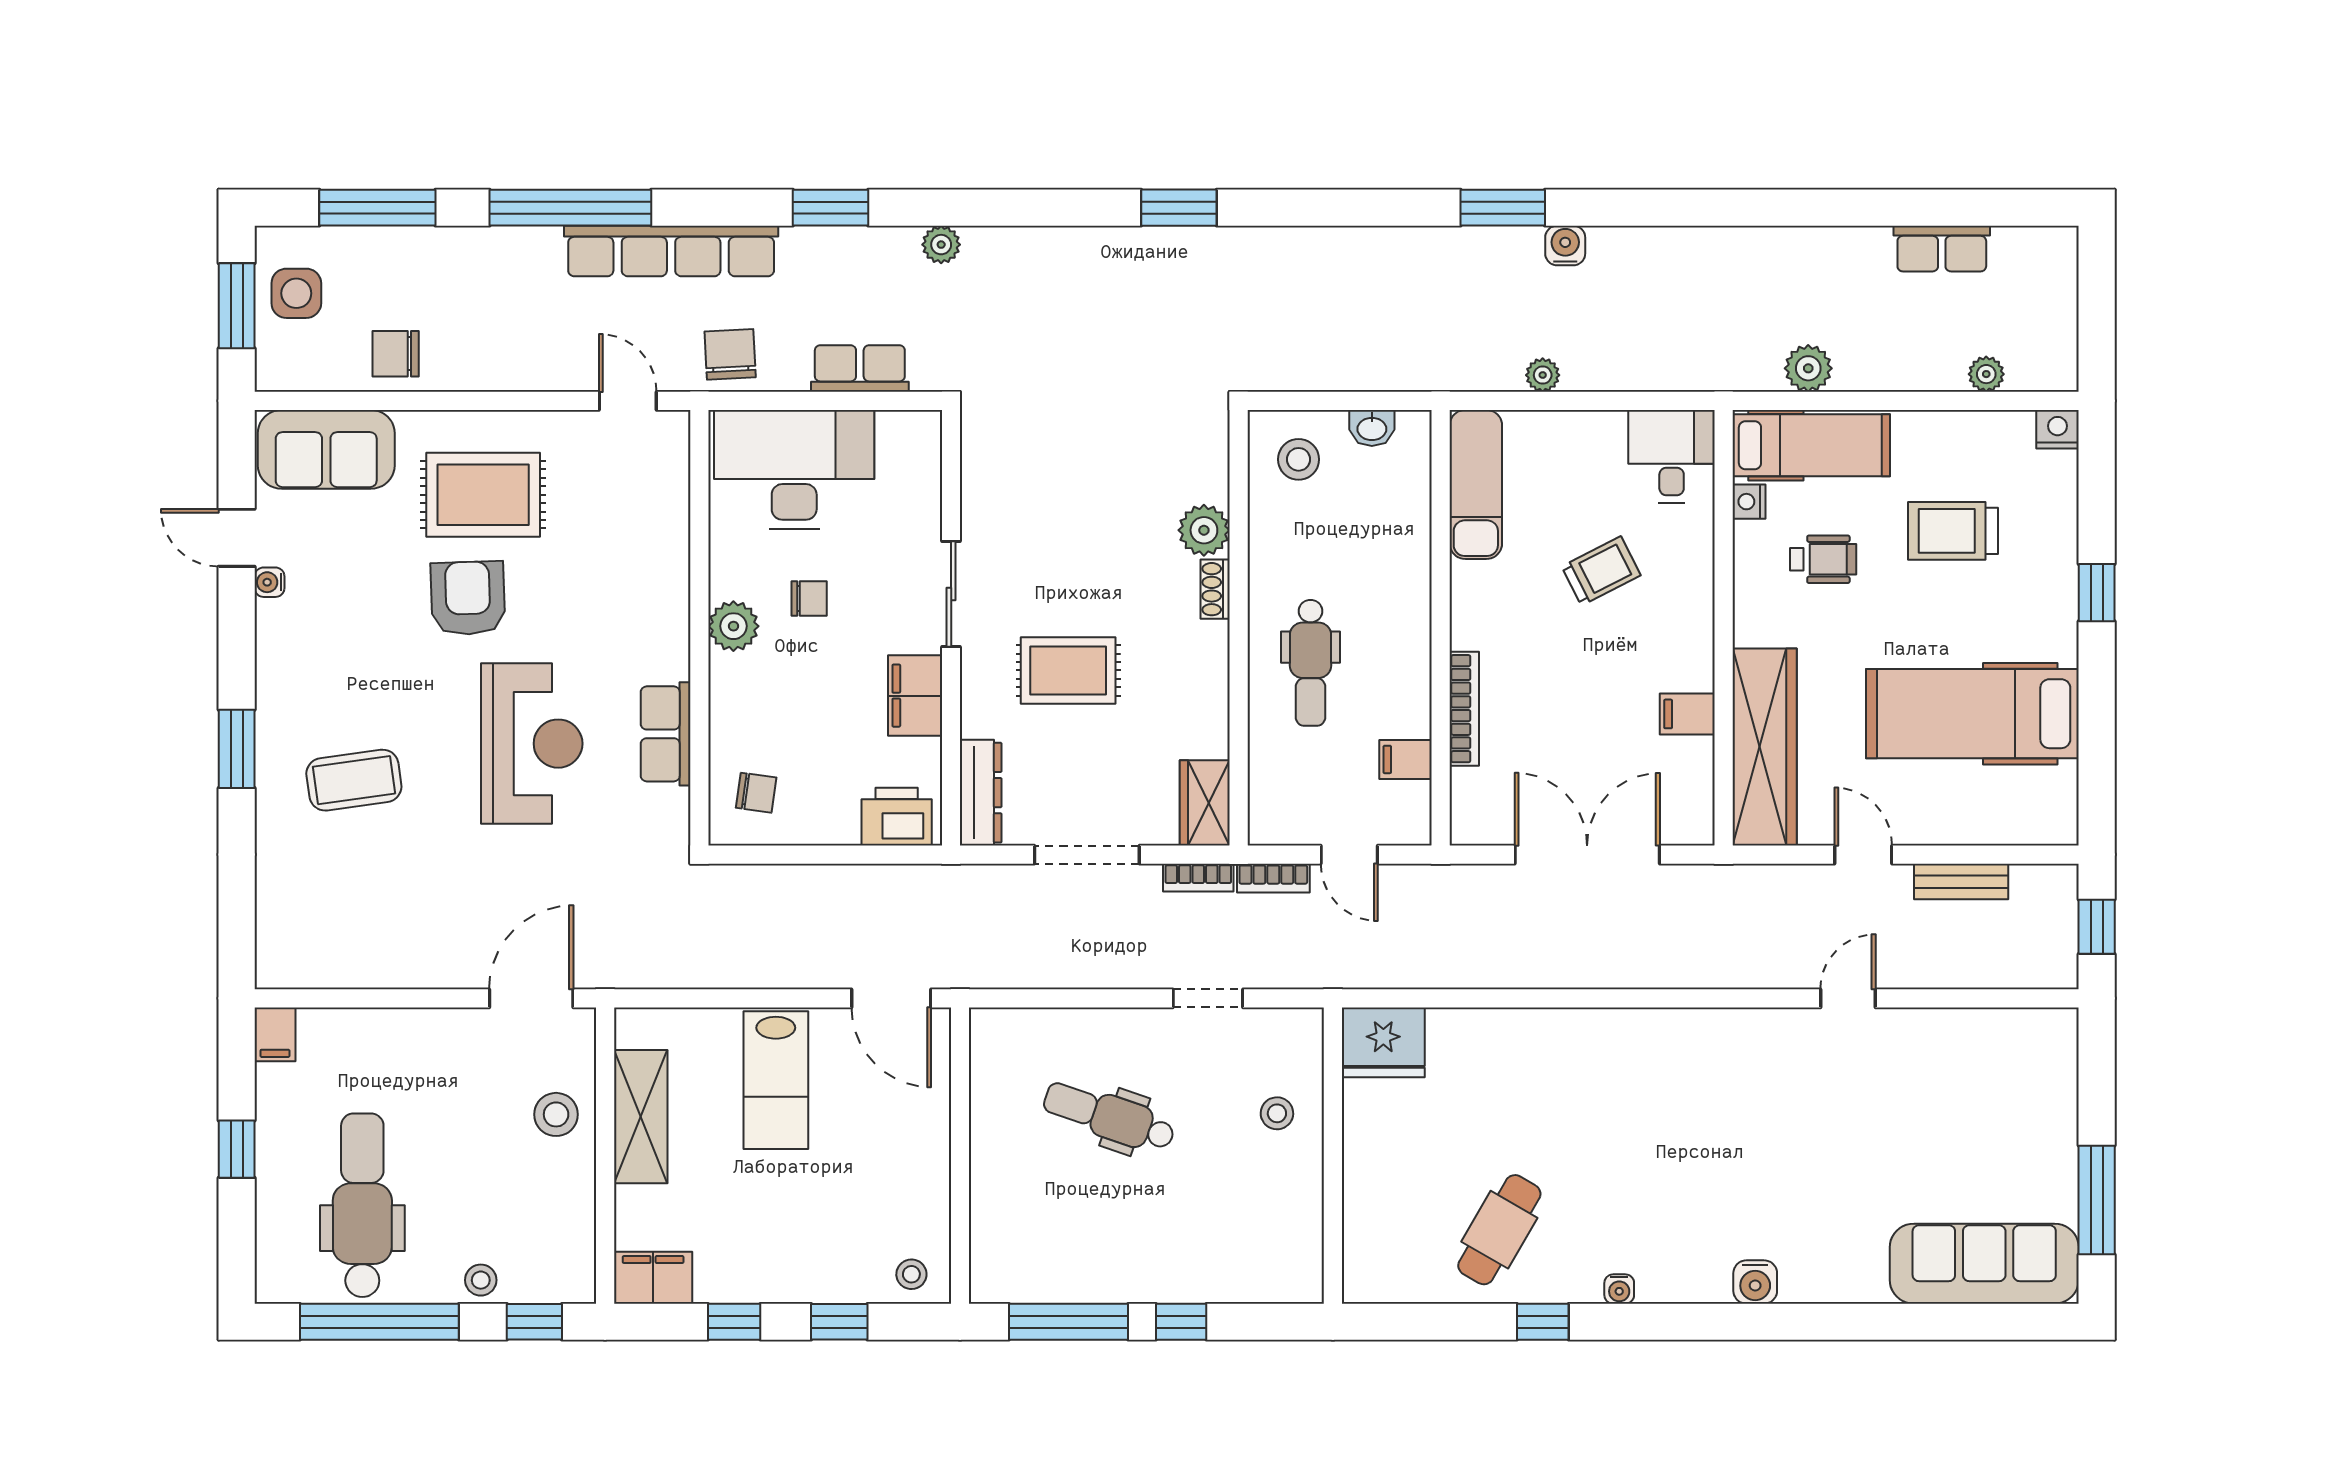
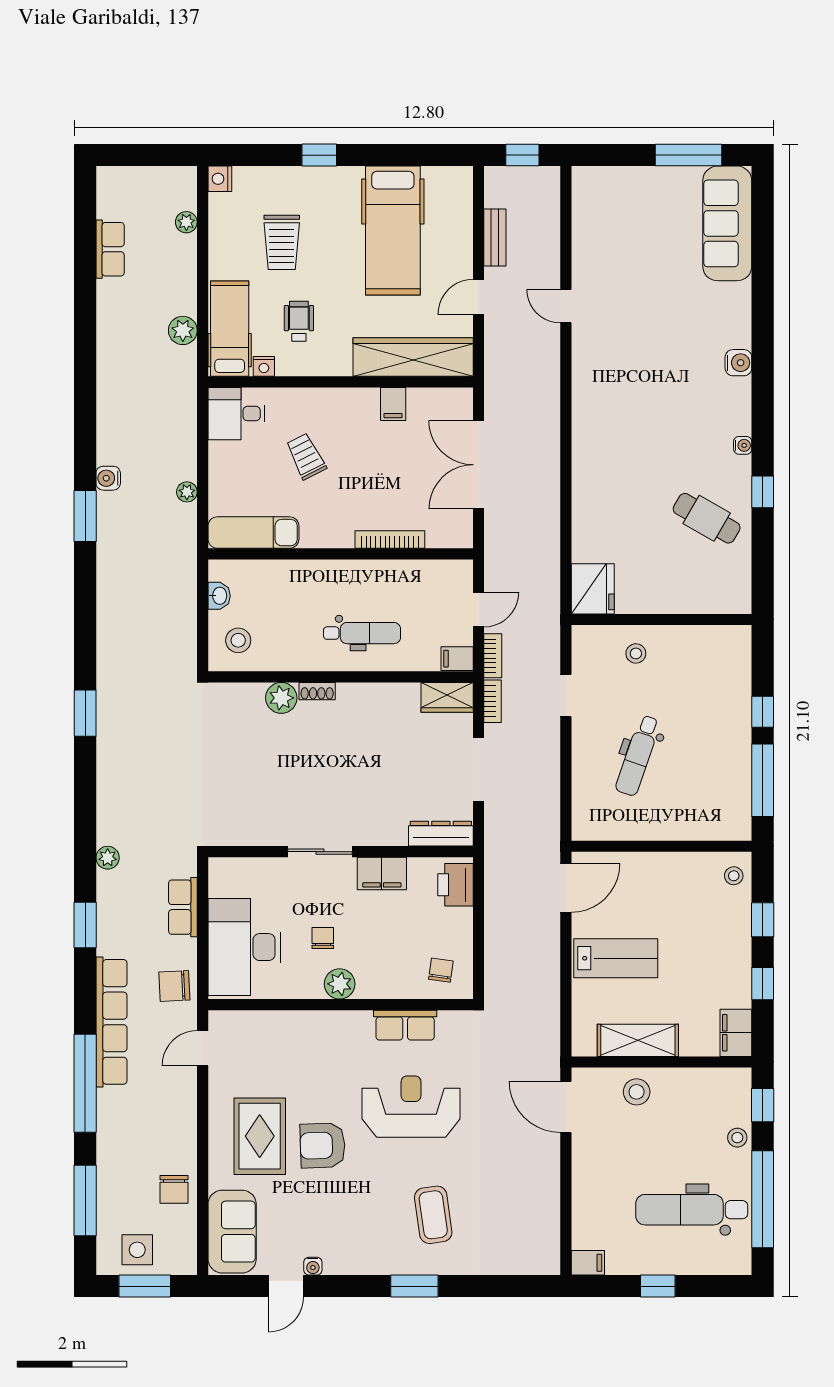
rug: (1068, 670) -> (367, 780), removed
filing cabinet: (1406, 759) -> (457, 659), moved, turned 90

